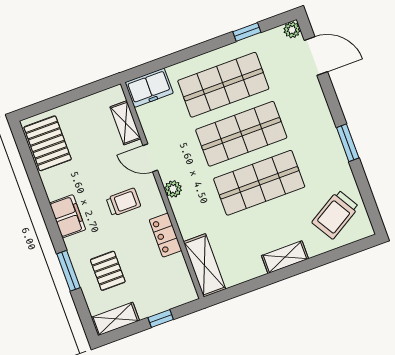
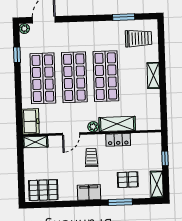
shelving: (125, 123) -> (35, 142), moved
window: (348, 143) -> (124, 17), moved
trolley: (335, 215) -> (138, 38), turned -59
shelving: (204, 265) -> (117, 124), moved

